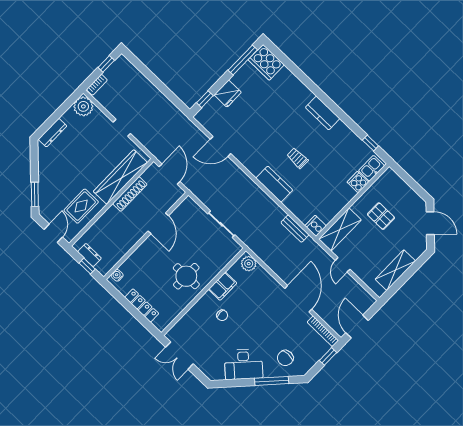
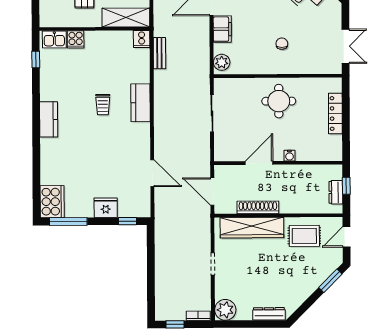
door: (170, 174) -> (212, 192), hinge flipped
water cooler: (117, 275) -> (290, 156), moved
filing cabinet: (223, 286) -> (222, 29), moved, turned 90

